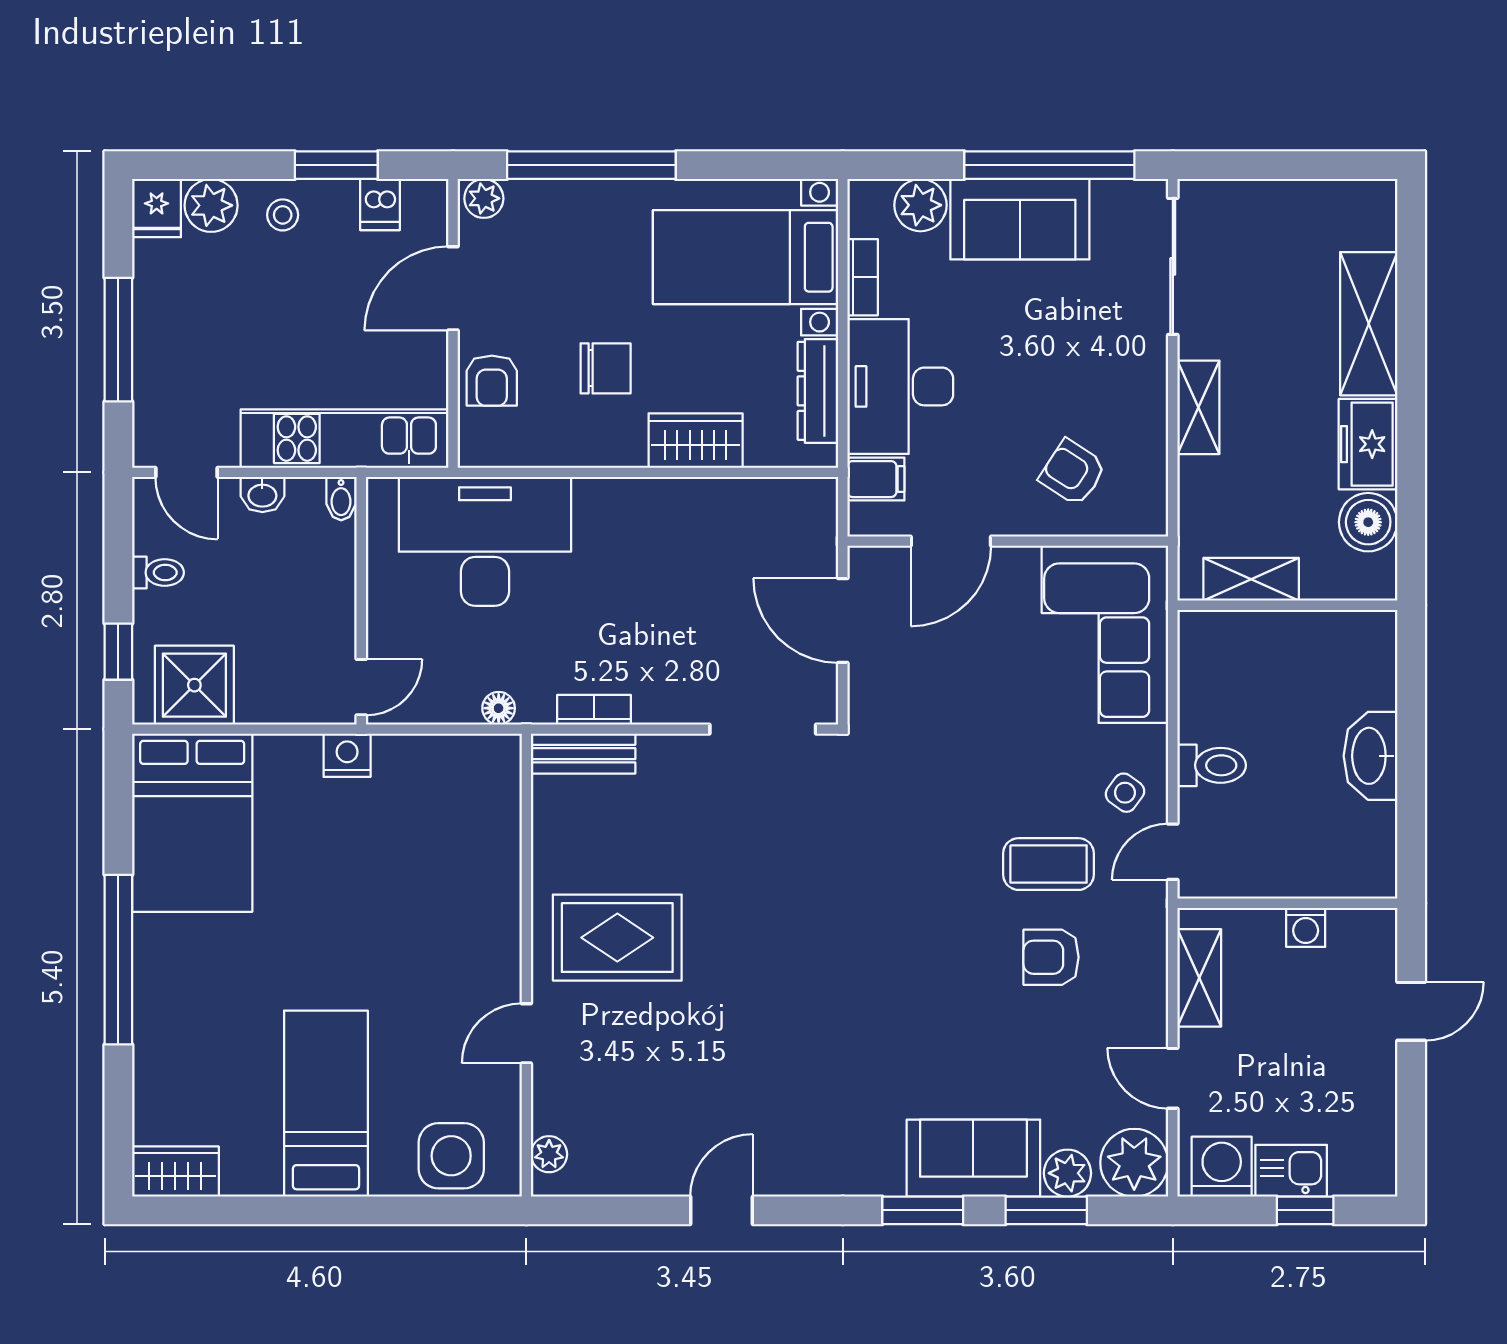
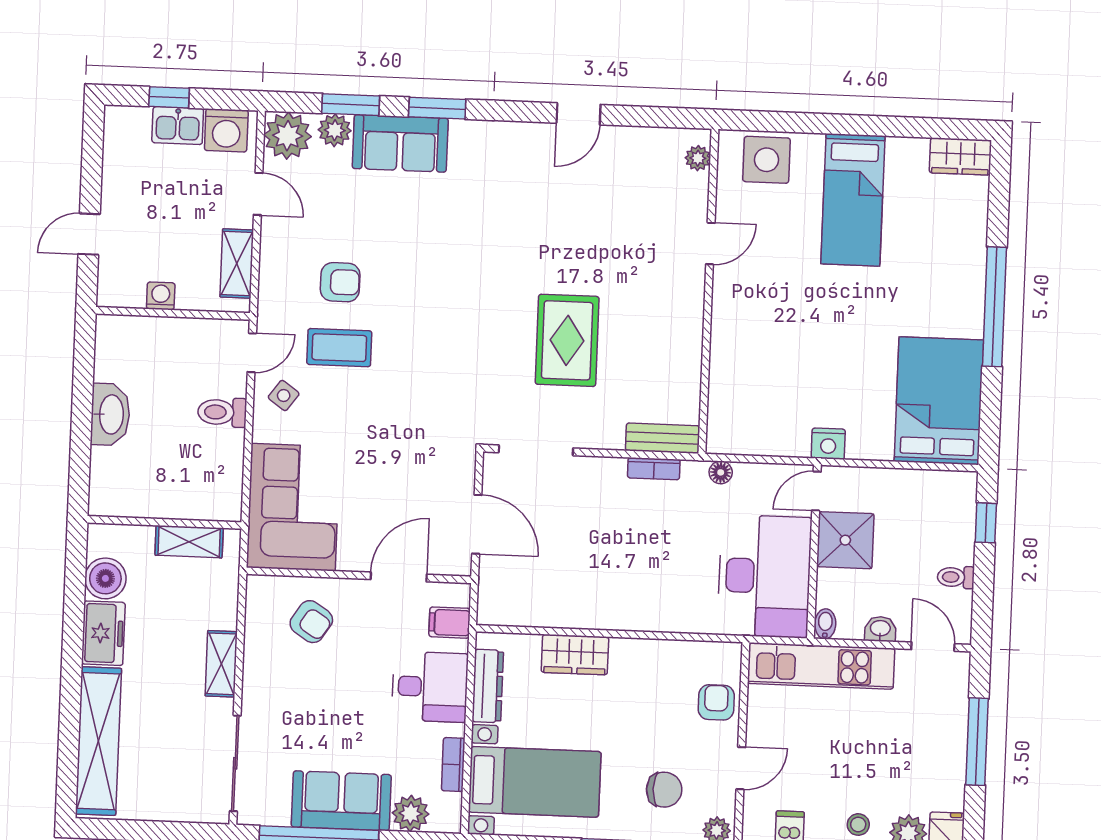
door: (453, 288) -> (741, 768), width x0.73
shelving: (1369, 324) -> (98, 741), width x1.47
chair: (606, 368) -> (664, 790), moved, turned 180
desk: (900, 386) -> (430, 687), width x0.73
desk: (485, 541) -> (764, 576), moved, turned -90
shower: (194, 685) -> (845, 540), moved
rug: (617, 938) -> (567, 340), moved, turned 90

